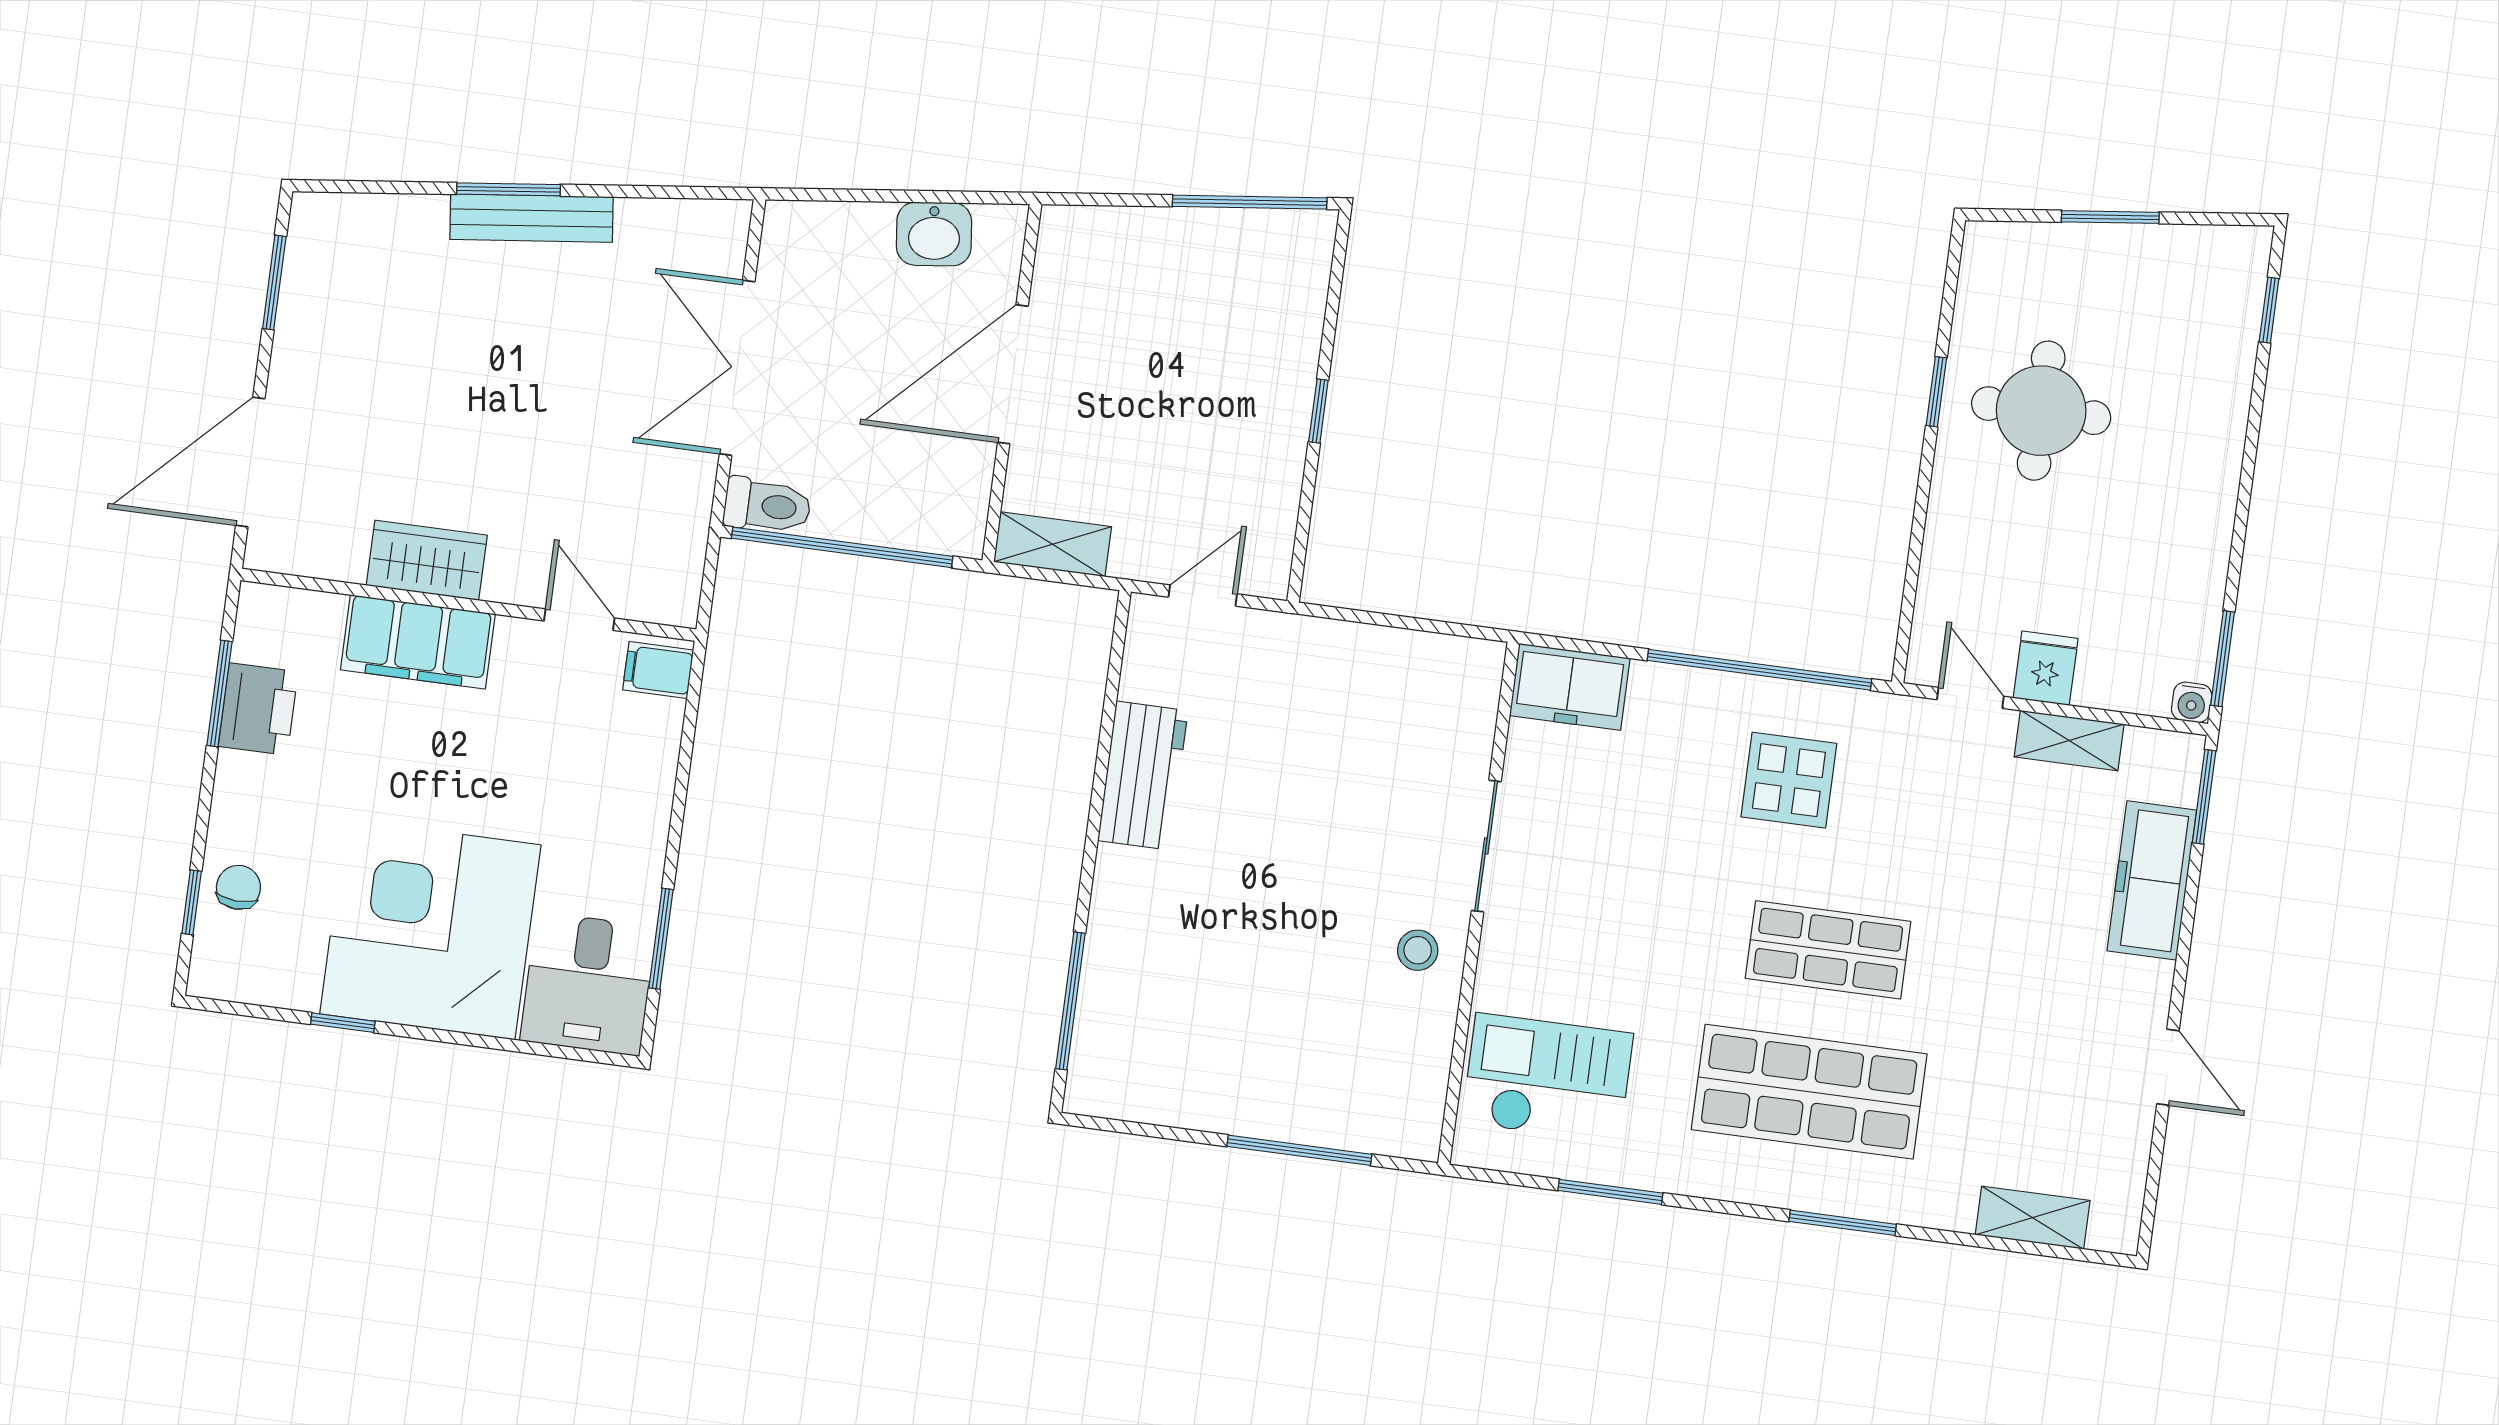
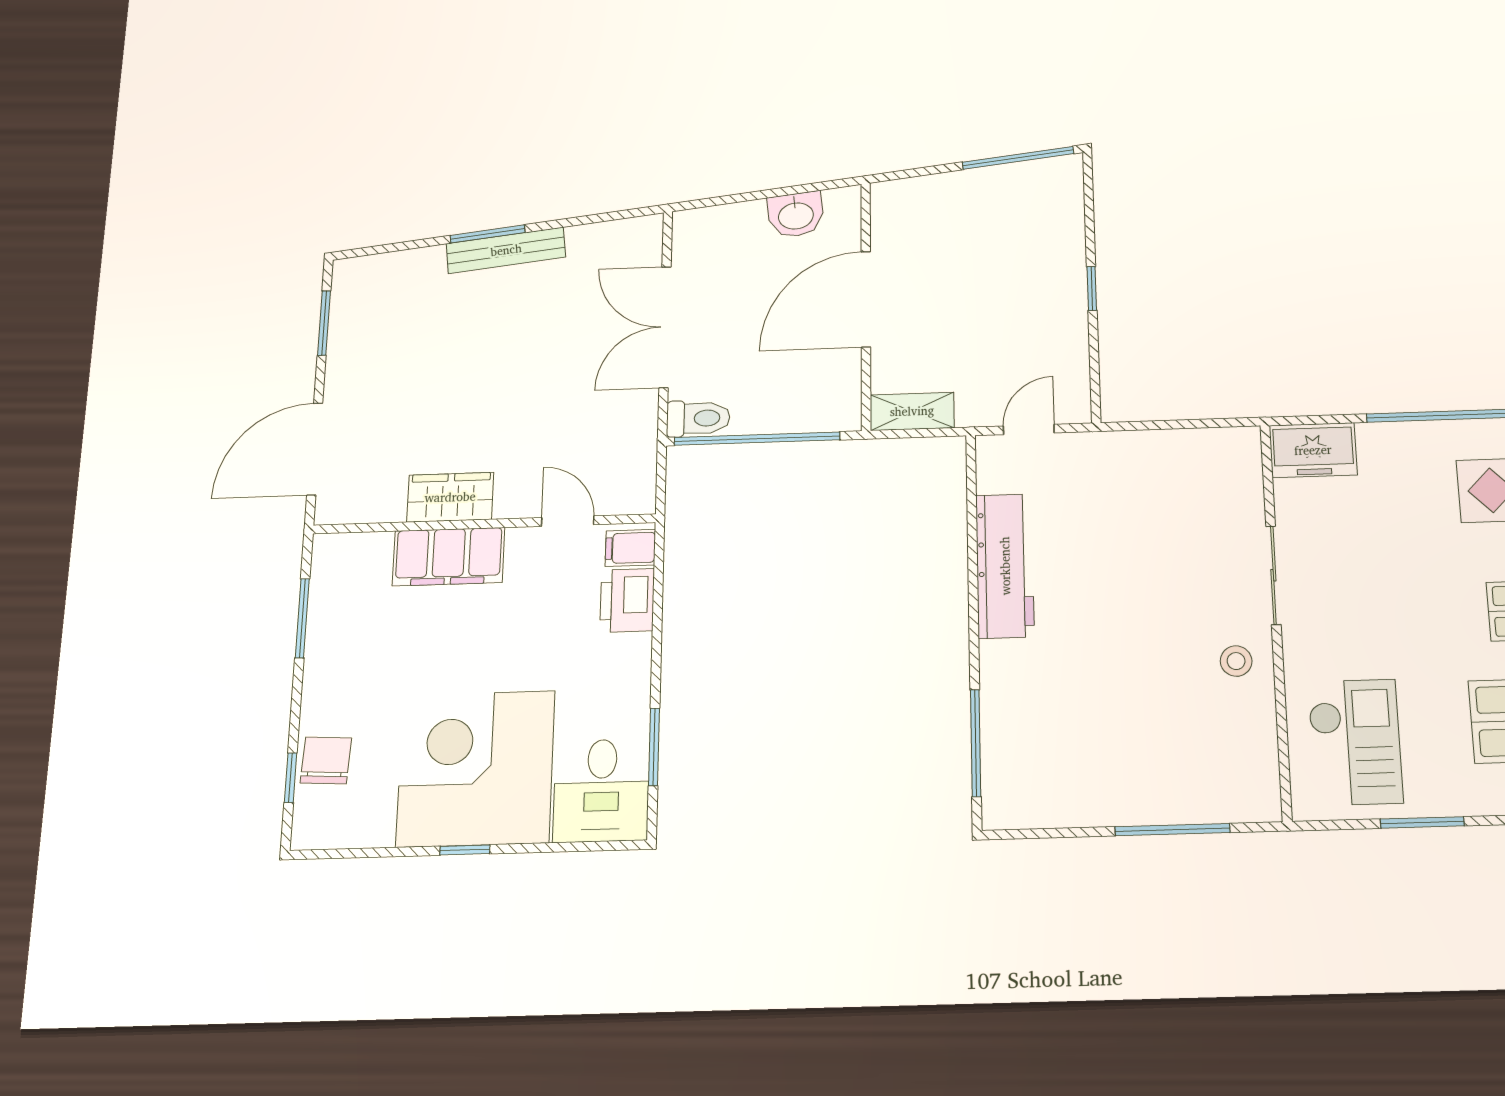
printer: (258, 709) -> (627, 600), moved, turned 180
workbench: (1143, 776) -> (1005, 566), width x1.38
chair: (238, 887) -> (326, 760), width x1.37, depth x1.37
window: (343, 1023) -> (465, 850), moved
checkout: (1547, 1078) -> (1355, 742), turned 90

